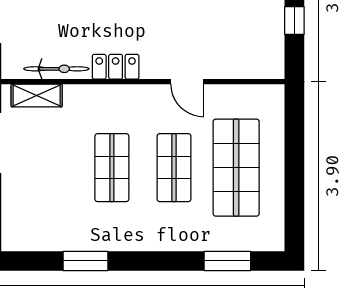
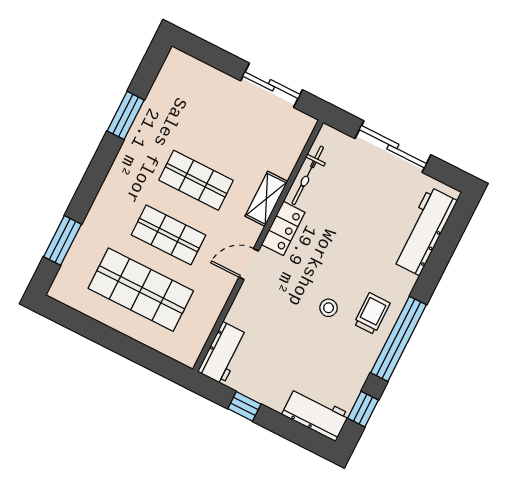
workbench: (256, 64) -> (223, 353), added
door: (187, 82) -> (249, 264), moved
shelving: (37, 95) -> (266, 199), moved

